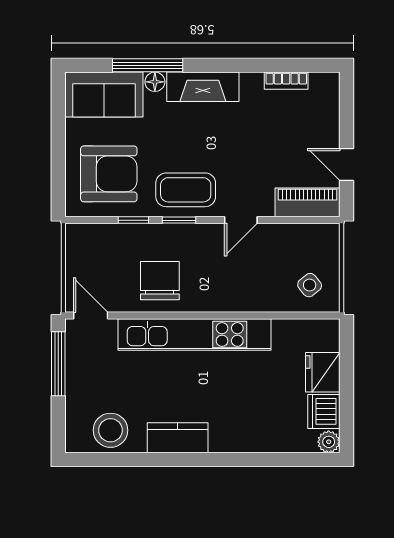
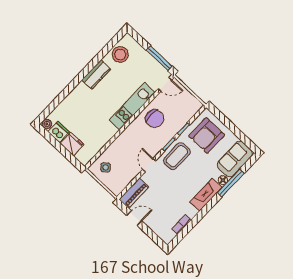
kitchen unit: (195, 334) -> (132, 106), width x0.73

